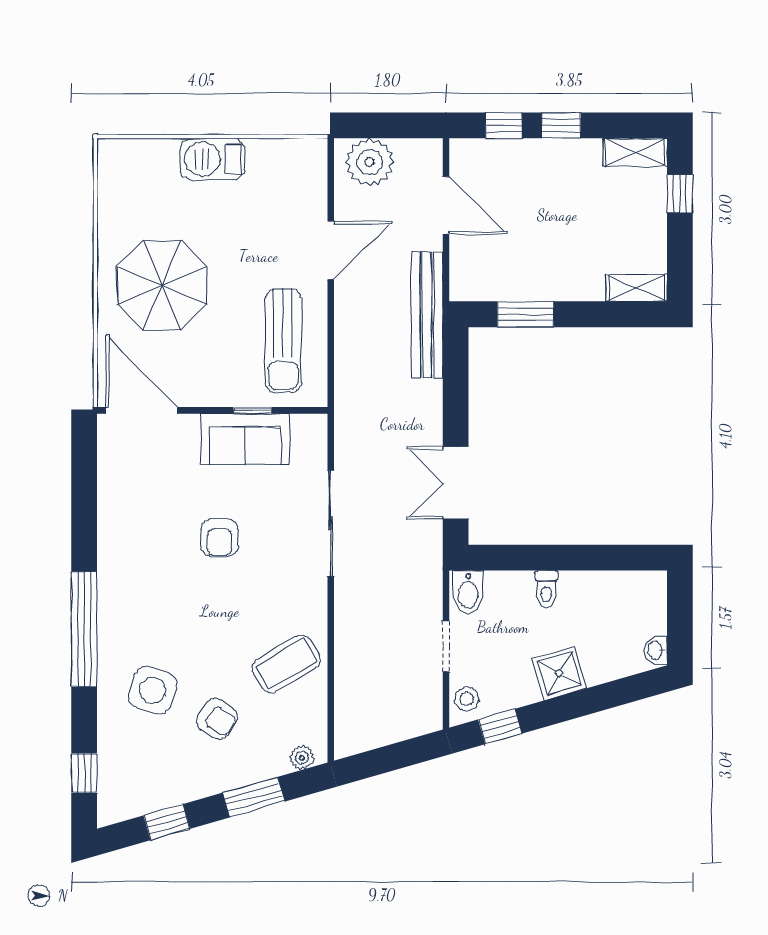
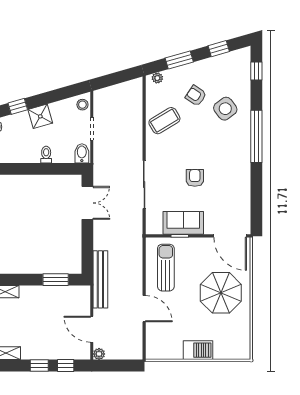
plant: (370, 162) -> (99, 354), moved, width x0.53, depth x0.53
door: (331, 250) -> (144, 309), swing flipped
side table: (153, 690) -> (225, 109), turned 36
window: (500, 726) -> (18, 106), moved

